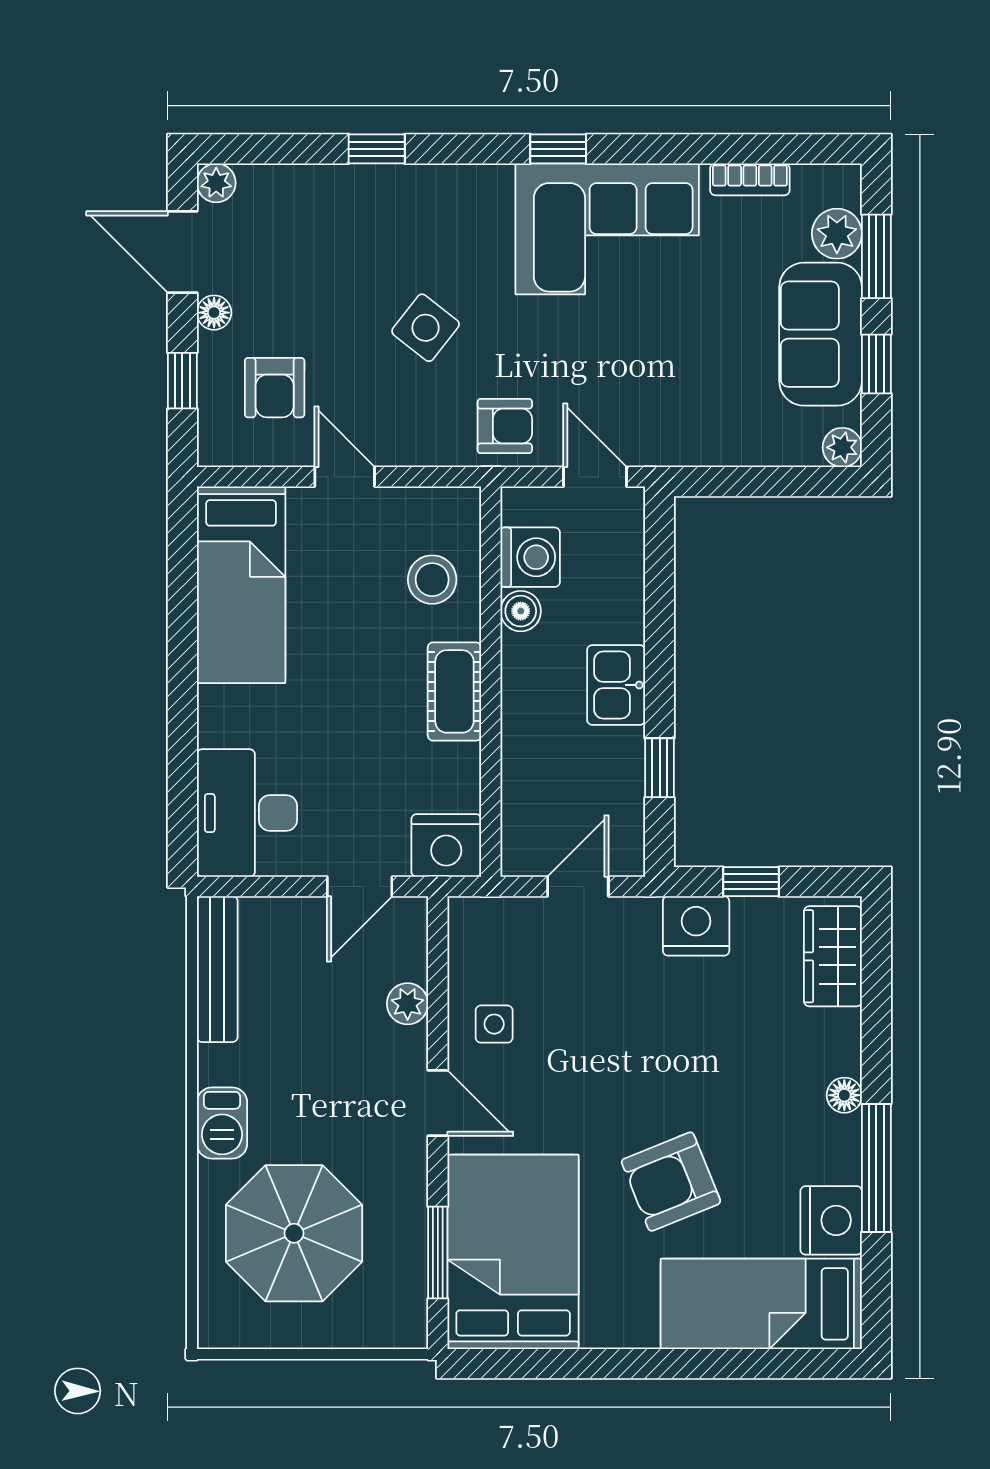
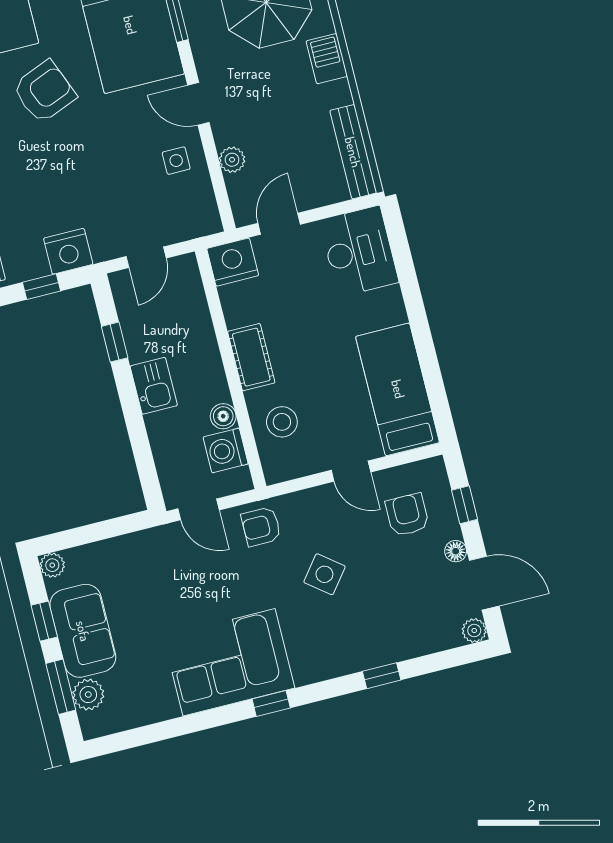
bookcase: (750, 179) -> (150, 714), removed

